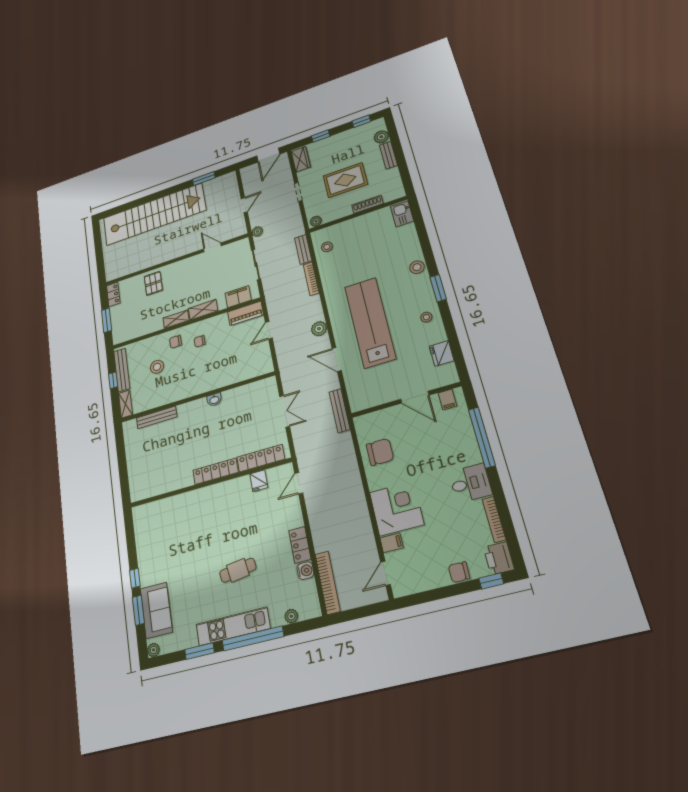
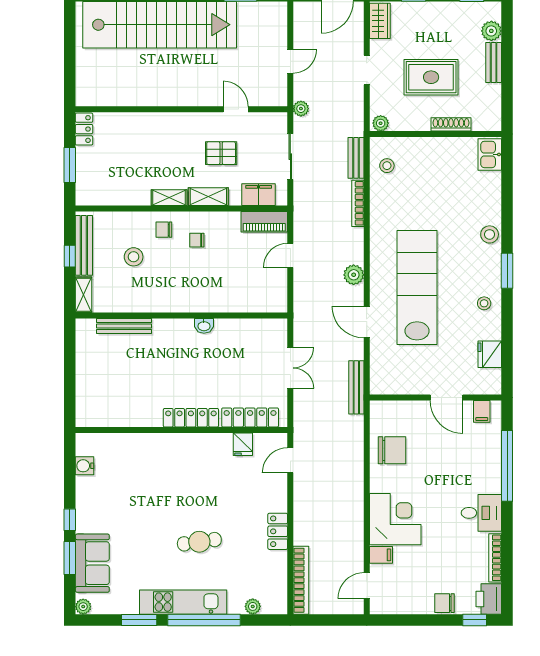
pallet: (153, 283) -> (221, 153), moved, turned 90
water cooler: (305, 571) -> (85, 466), moved, turned 180

